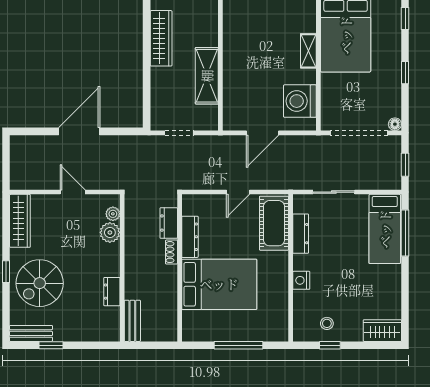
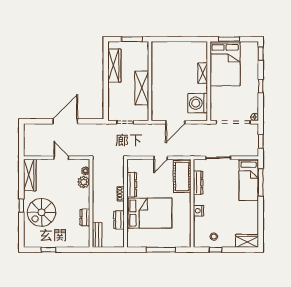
dresser: (169, 223) -> (119, 220), moved
bench: (31, 333) -> (36, 243), removed

